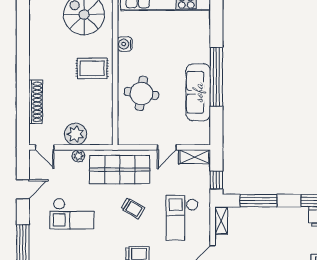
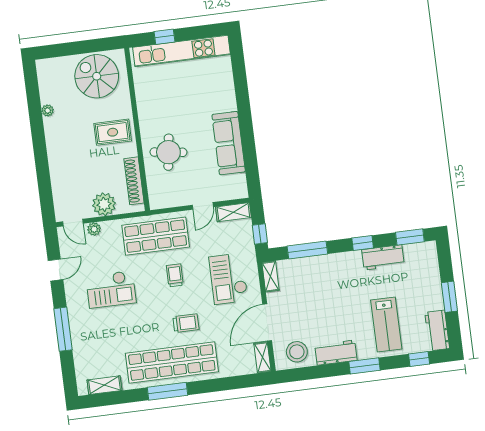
plant: (34, 41) -> (48, 111), added
water cooler: (125, 44) -> (144, 102), removed
window: (216, 77) -> (246, 124), removed
shoe rack: (36, 102) -> (134, 181), moved, turned 180
plant: (78, 156) -> (94, 229), moved
trolley: (133, 208) -> (175, 275), turned -122

